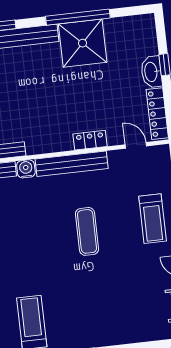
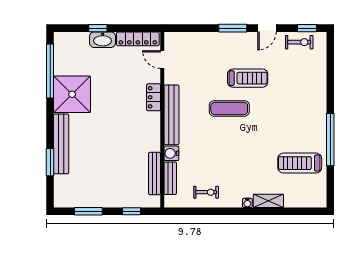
window: (78, 17) -> (50, 71), moved
door: (136, 145) -> (162, 60), hinge flipped
treadmill: (153, 219) -> (248, 78), moved

